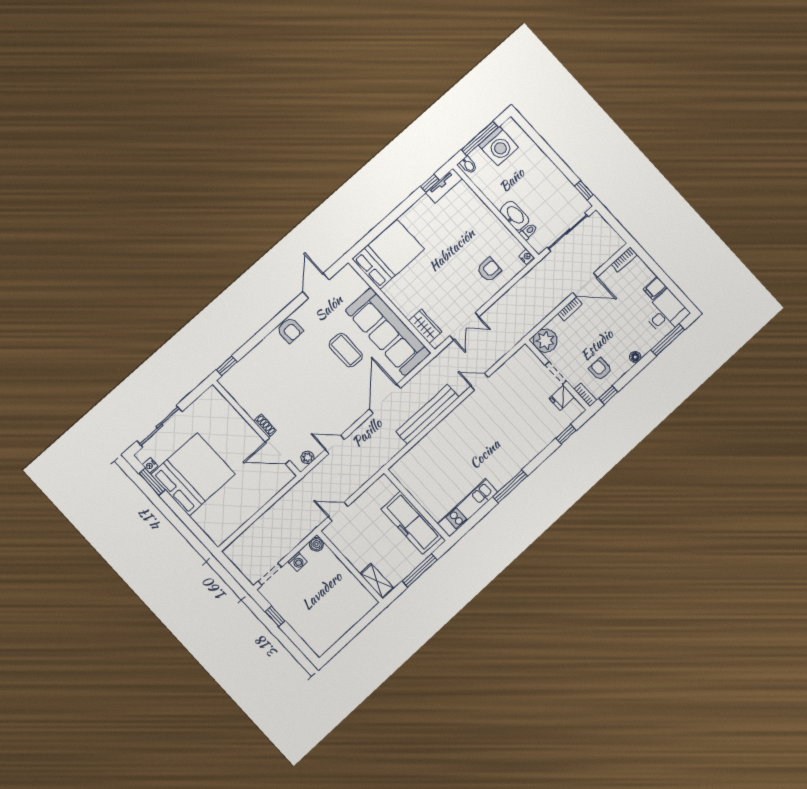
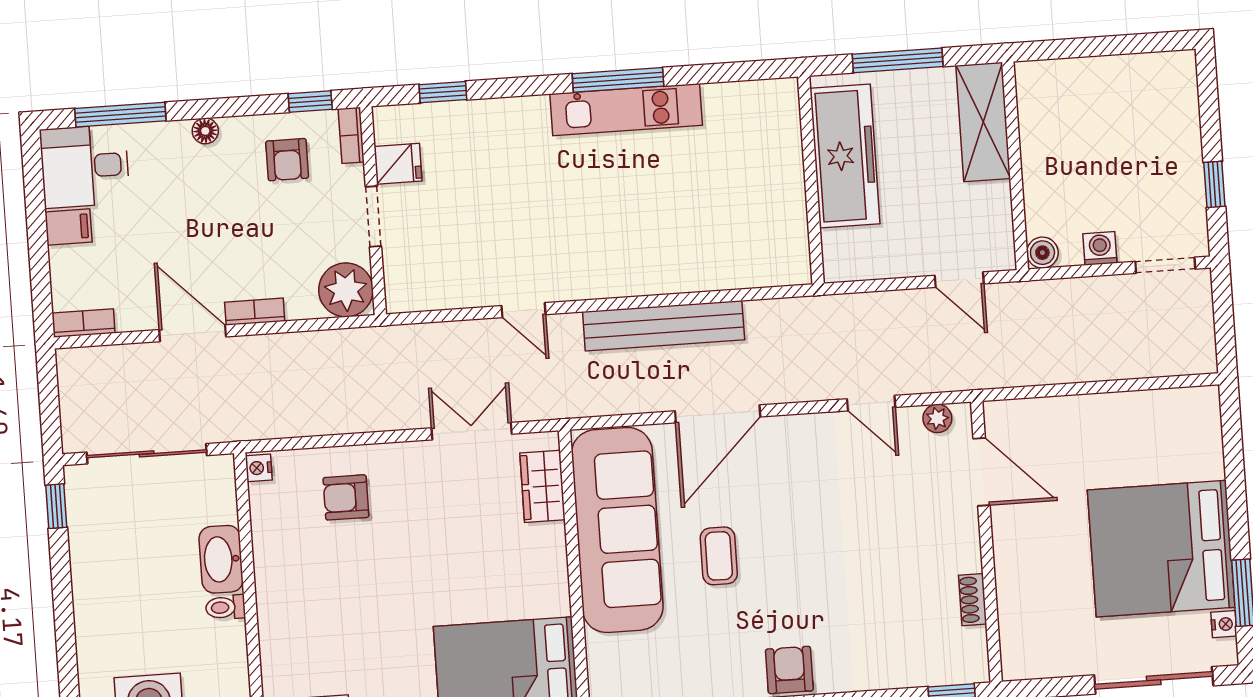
toilet: (528, 231) -> (225, 607), moved
coffee table: (346, 350) -> (719, 556), width x0.73, depth x0.77
shoe rack: (265, 426) -> (973, 600), moved
kitchen unit: (467, 508) -> (626, 110), moved
shelving: (377, 581) -> (983, 122), width x1.50, depth x1.33

